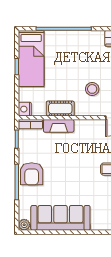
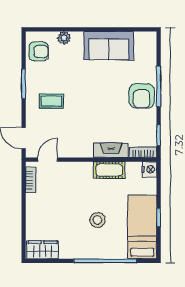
stool: (92, 89) -> (98, 220), moved
armchair: (32, 174) -> (142, 96), turned 180
sofa: (60, 218) -> (109, 46), width x0.73
plant: (24, 225) -> (64, 38), moved

